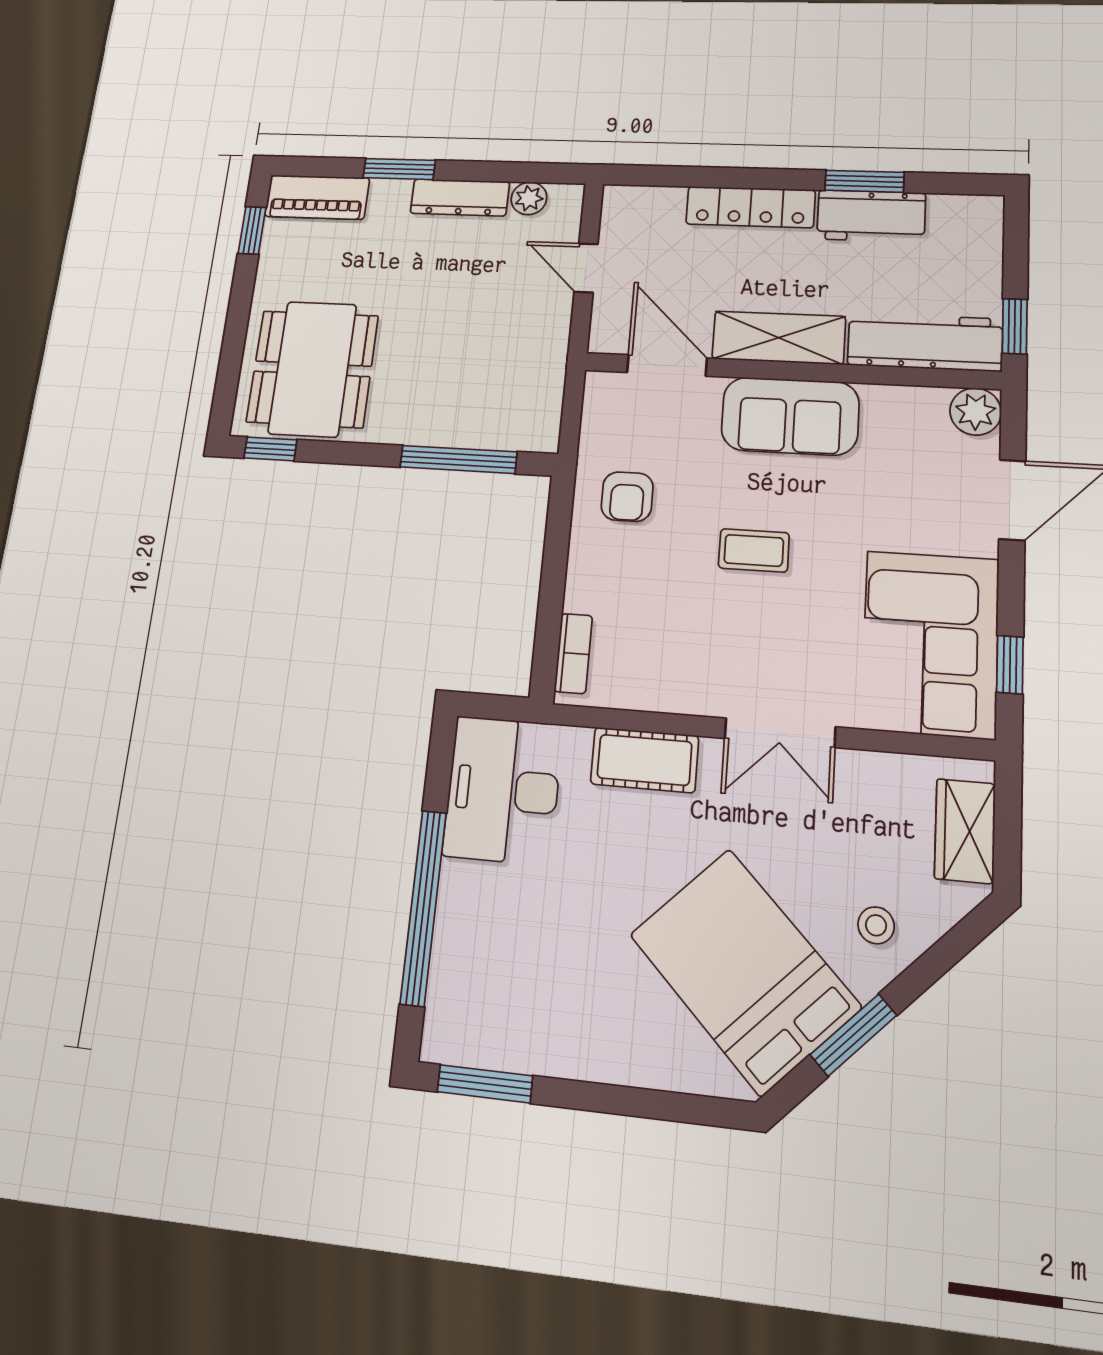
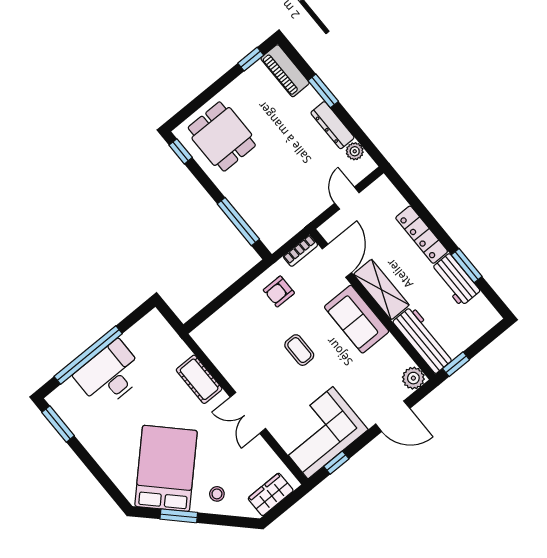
dining table: (312, 369) -> (222, 136), width x0.73
bookcase: (573, 653) -> (300, 251), moved
desk: (503, 790) -> (110, 375), moved

